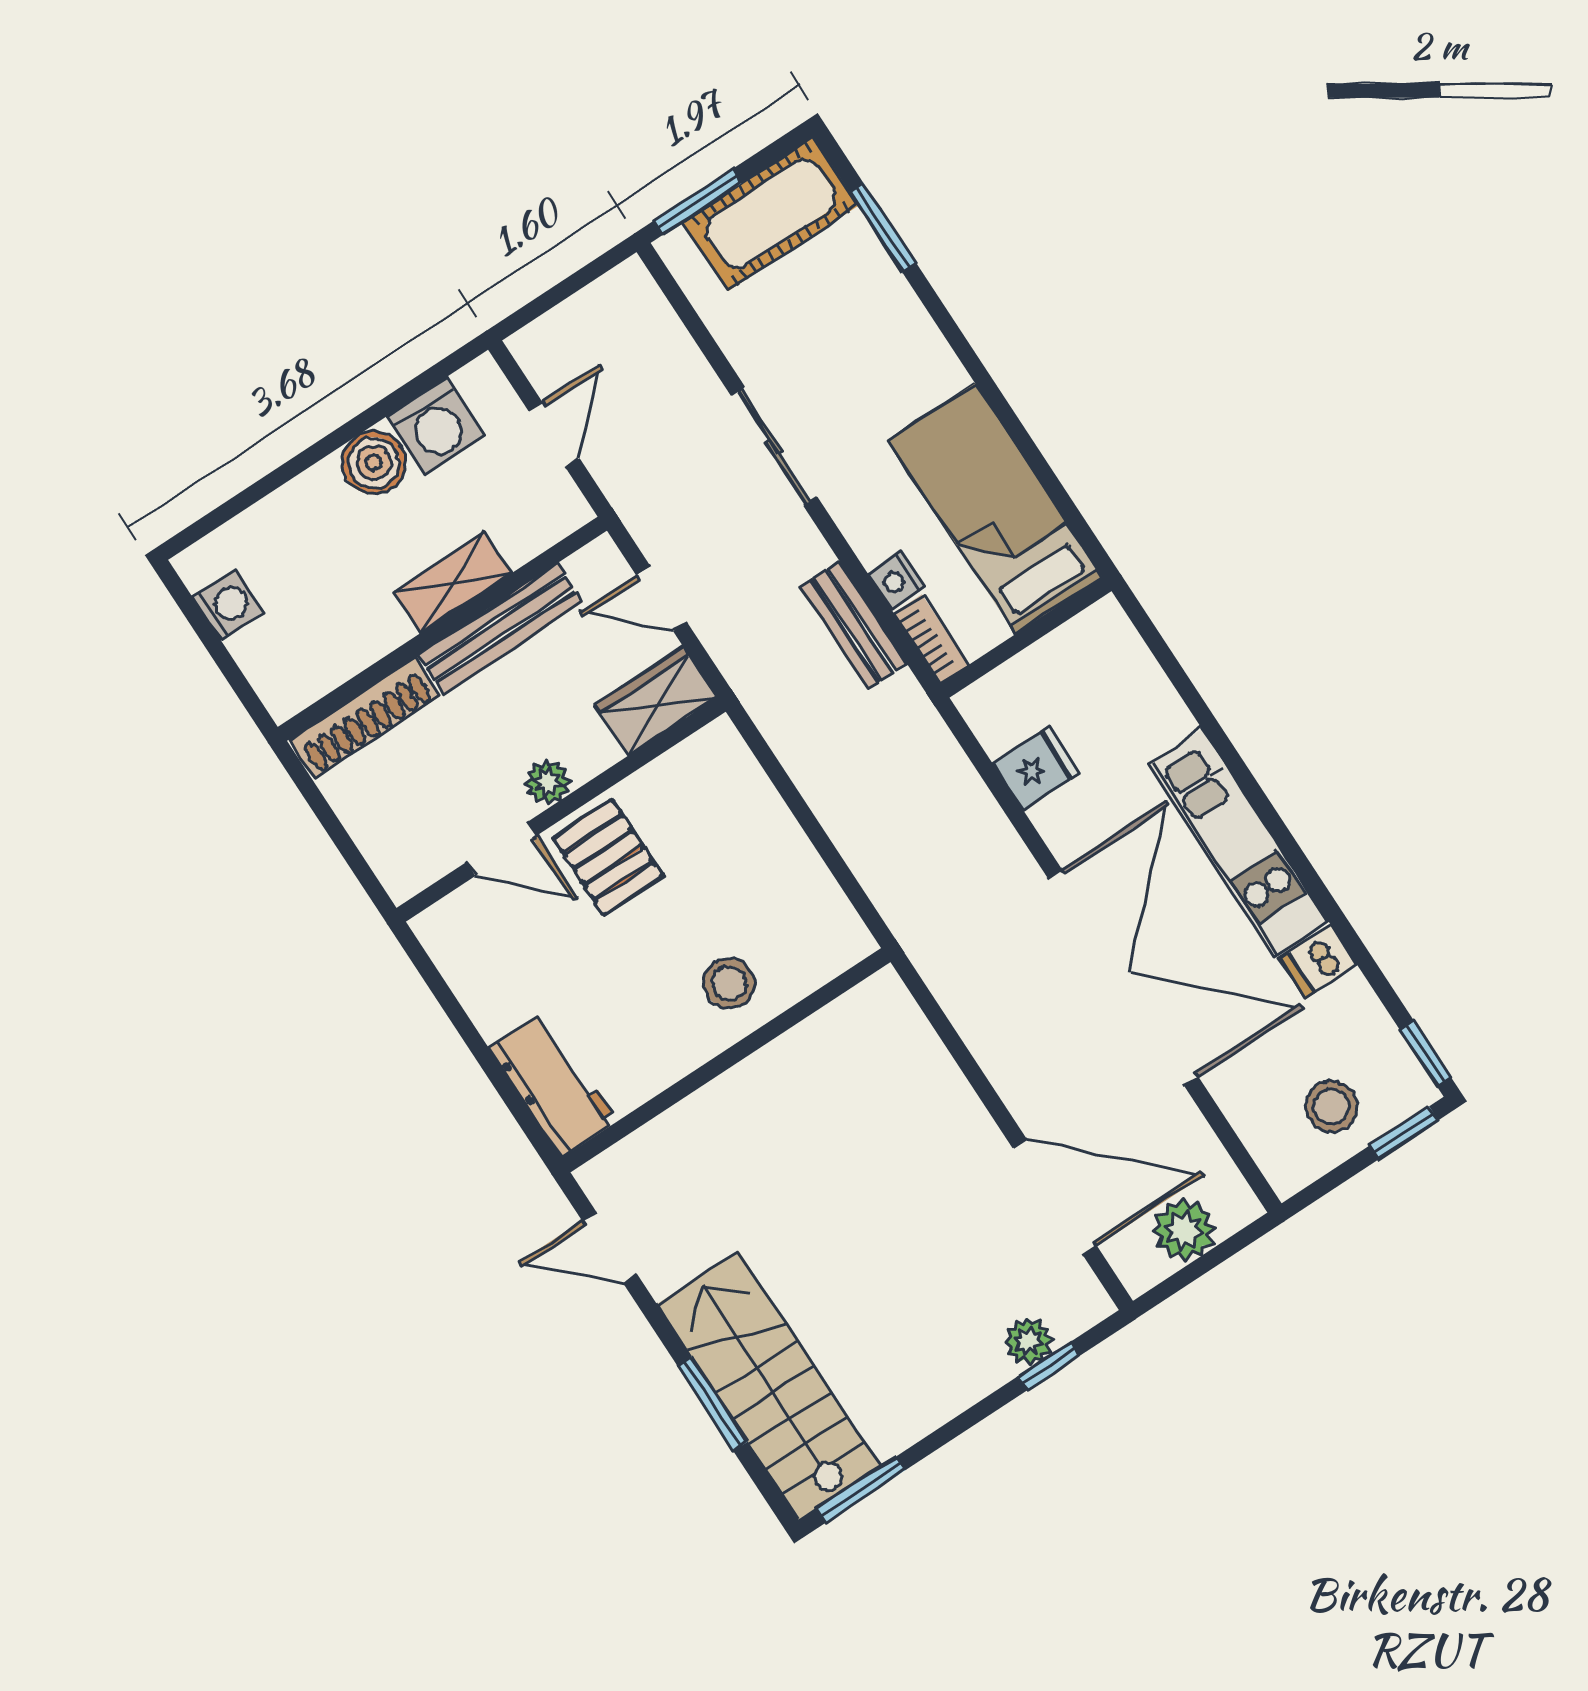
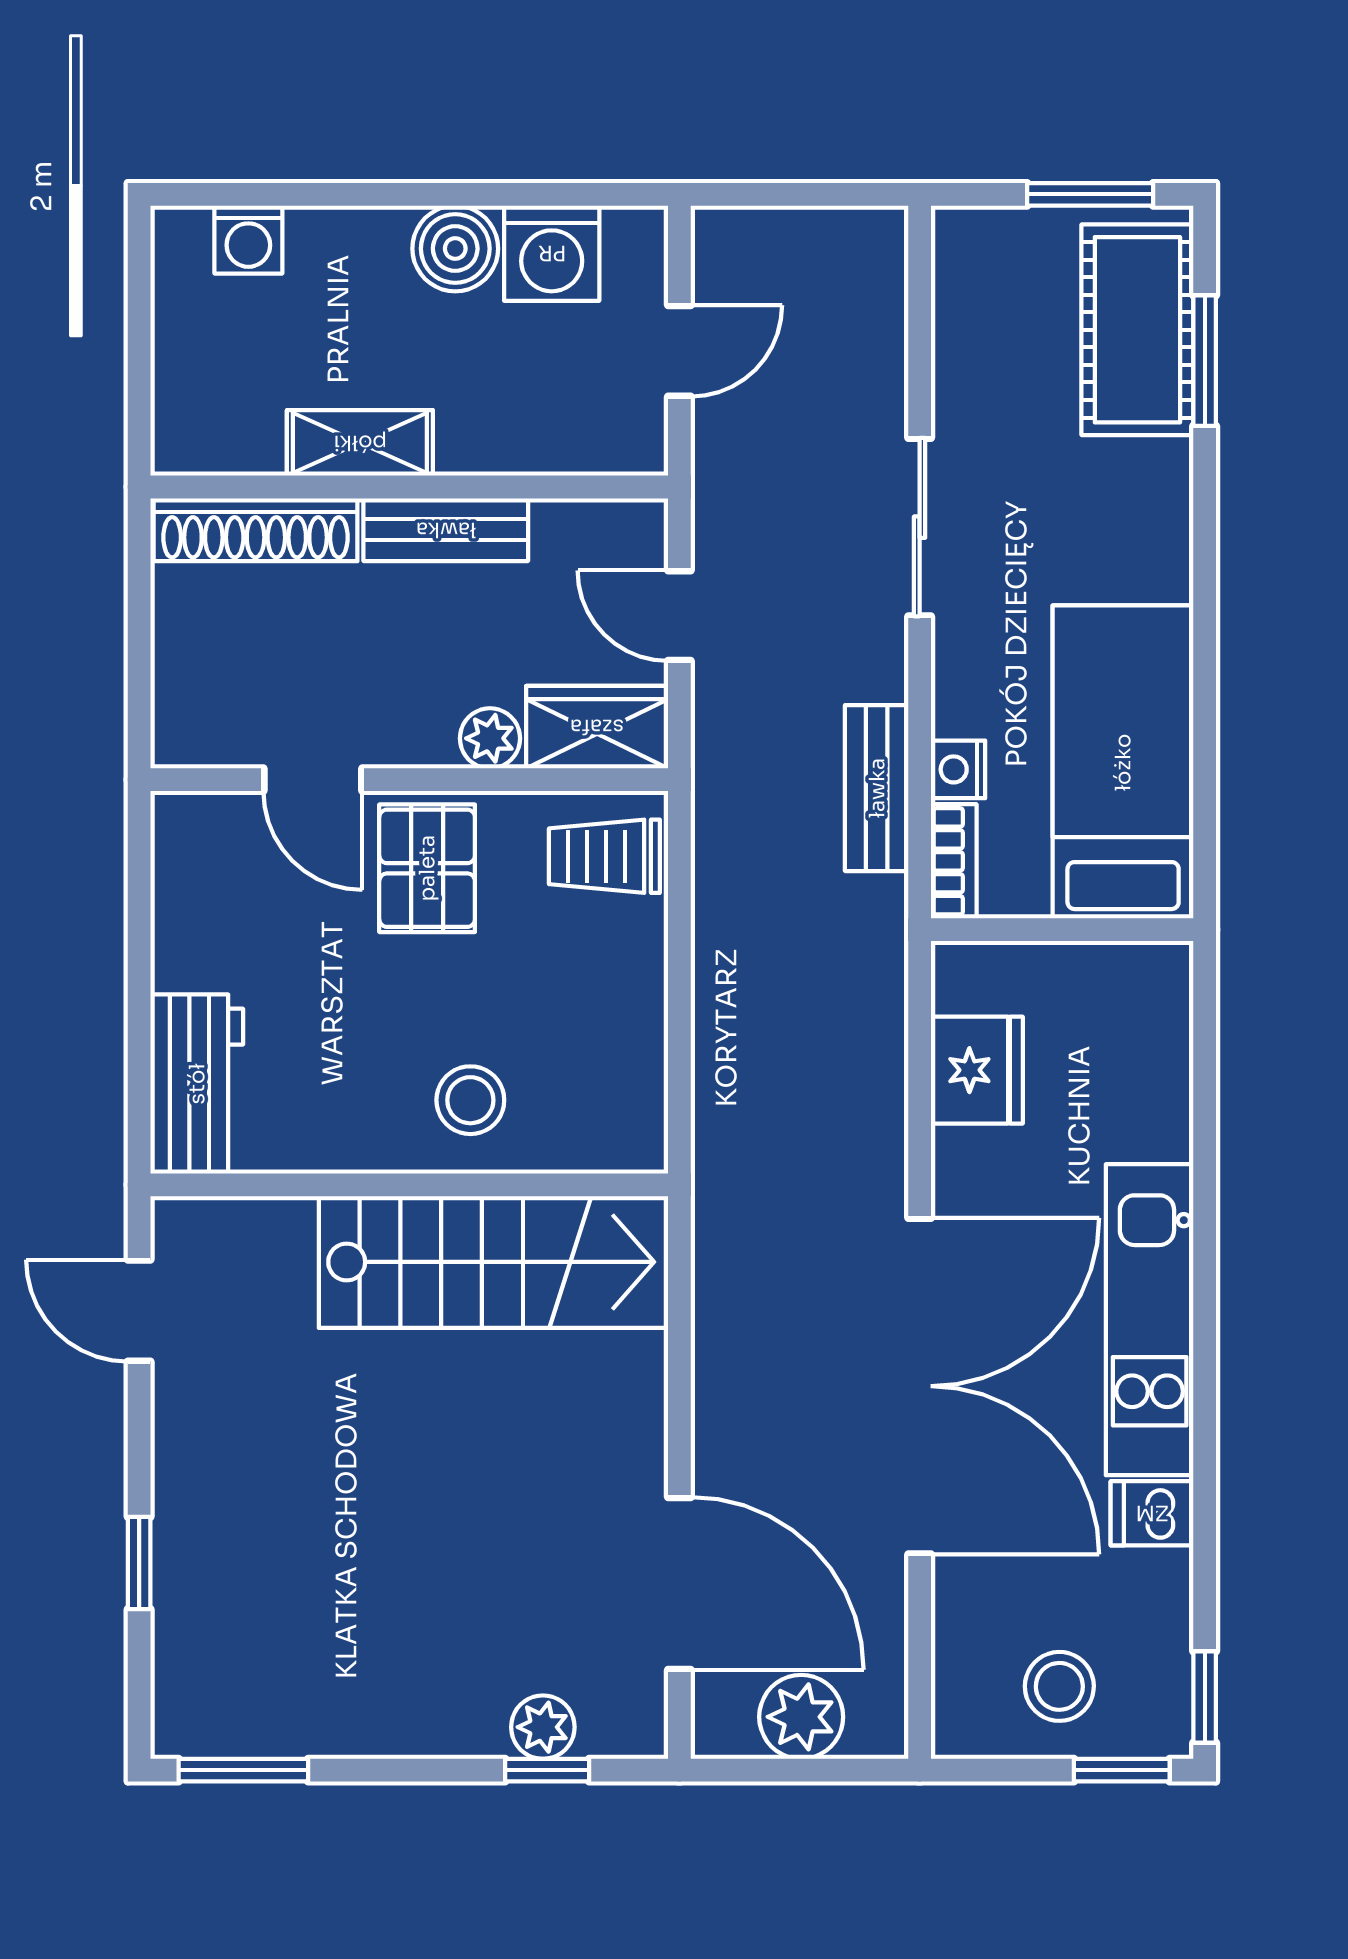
window: (698, 202) -> (1090, 194), moved
cot: (771, 214) -> (1137, 330), moved, turned 90
shelving: (453, 583) -> (360, 443), moved
washing machine: (228, 605) -> (248, 240), moved, turned 90
bench: (501, 628) -> (446, 530), width x0.73
fridge: (1036, 768) -> (977, 1070), width x1.38
trolley: (713, 778) -> (604, 856), added
plant: (548, 782) -> (490, 738), moved
stairs: (769, 1386) -> (493, 1262), moved, turned 90
window: (712, 1404) -> (139, 1563), width x0.67

